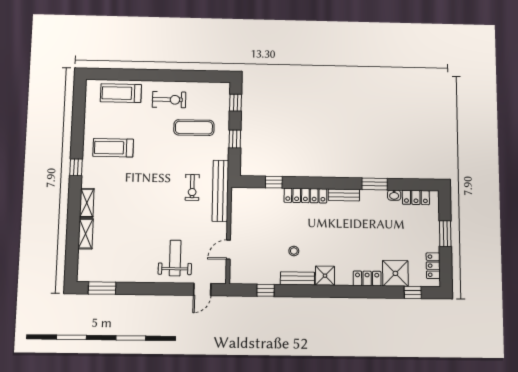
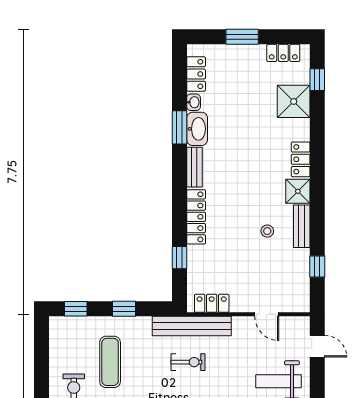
washbasin: (374, 197) -> (197, 129), added
locker: (238, 206) -> (212, 303), added
locker: (367, 278) -> (301, 159), moved

